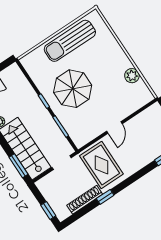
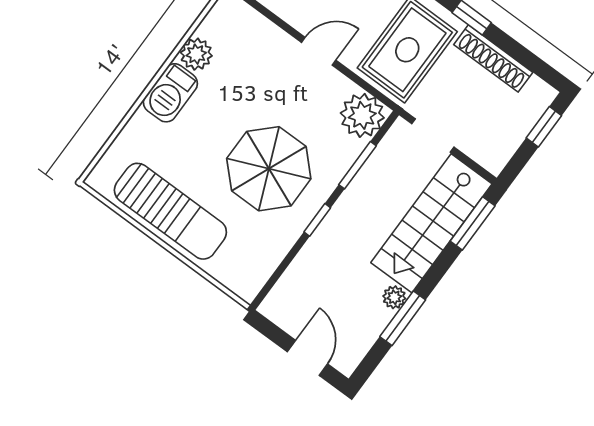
barbecue: (120, 59) -> (170, 93), added
plant: (81, 136) -> (362, 115), added

